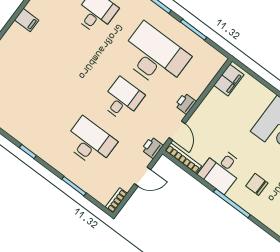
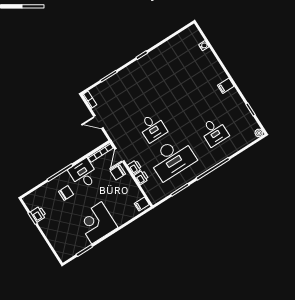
filing cabinet: (229, 80) -> (142, 204), width x0.50
chair: (202, 124) -> (118, 173), added
door: (177, 131) -> (119, 155), hinge flipped
desk: (90, 142) -> (133, 97), removed
printer: (152, 148) -> (141, 177), moved
door: (143, 177) -> (98, 122), hinge flipped

